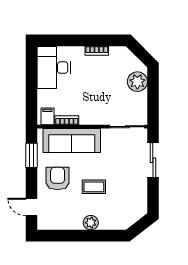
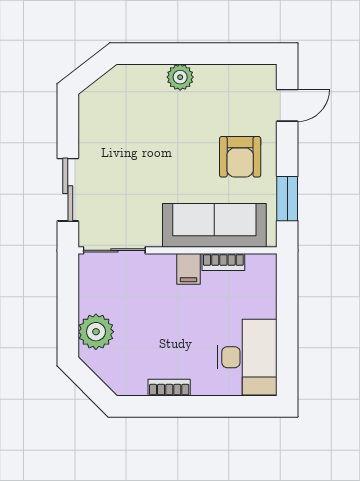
filing cabinet: (47, 116) -> (188, 269), moved
coffee table: (94, 187) -> (175, 142), removed
door: (31, 207) -> (287, 105), hinge flipped

